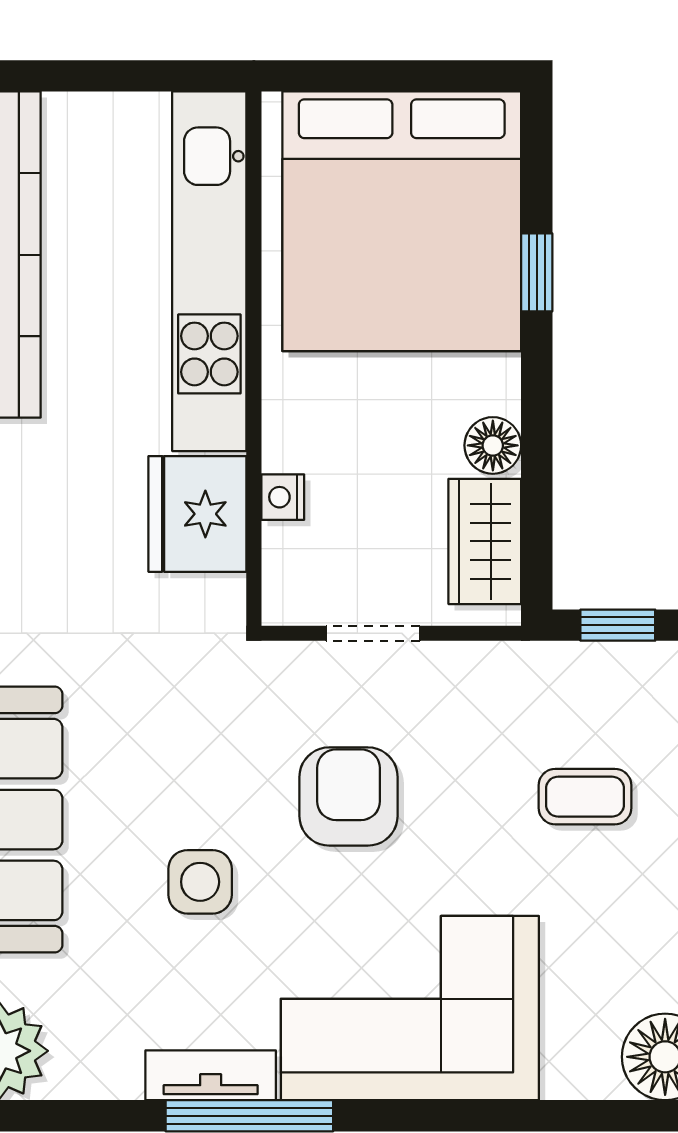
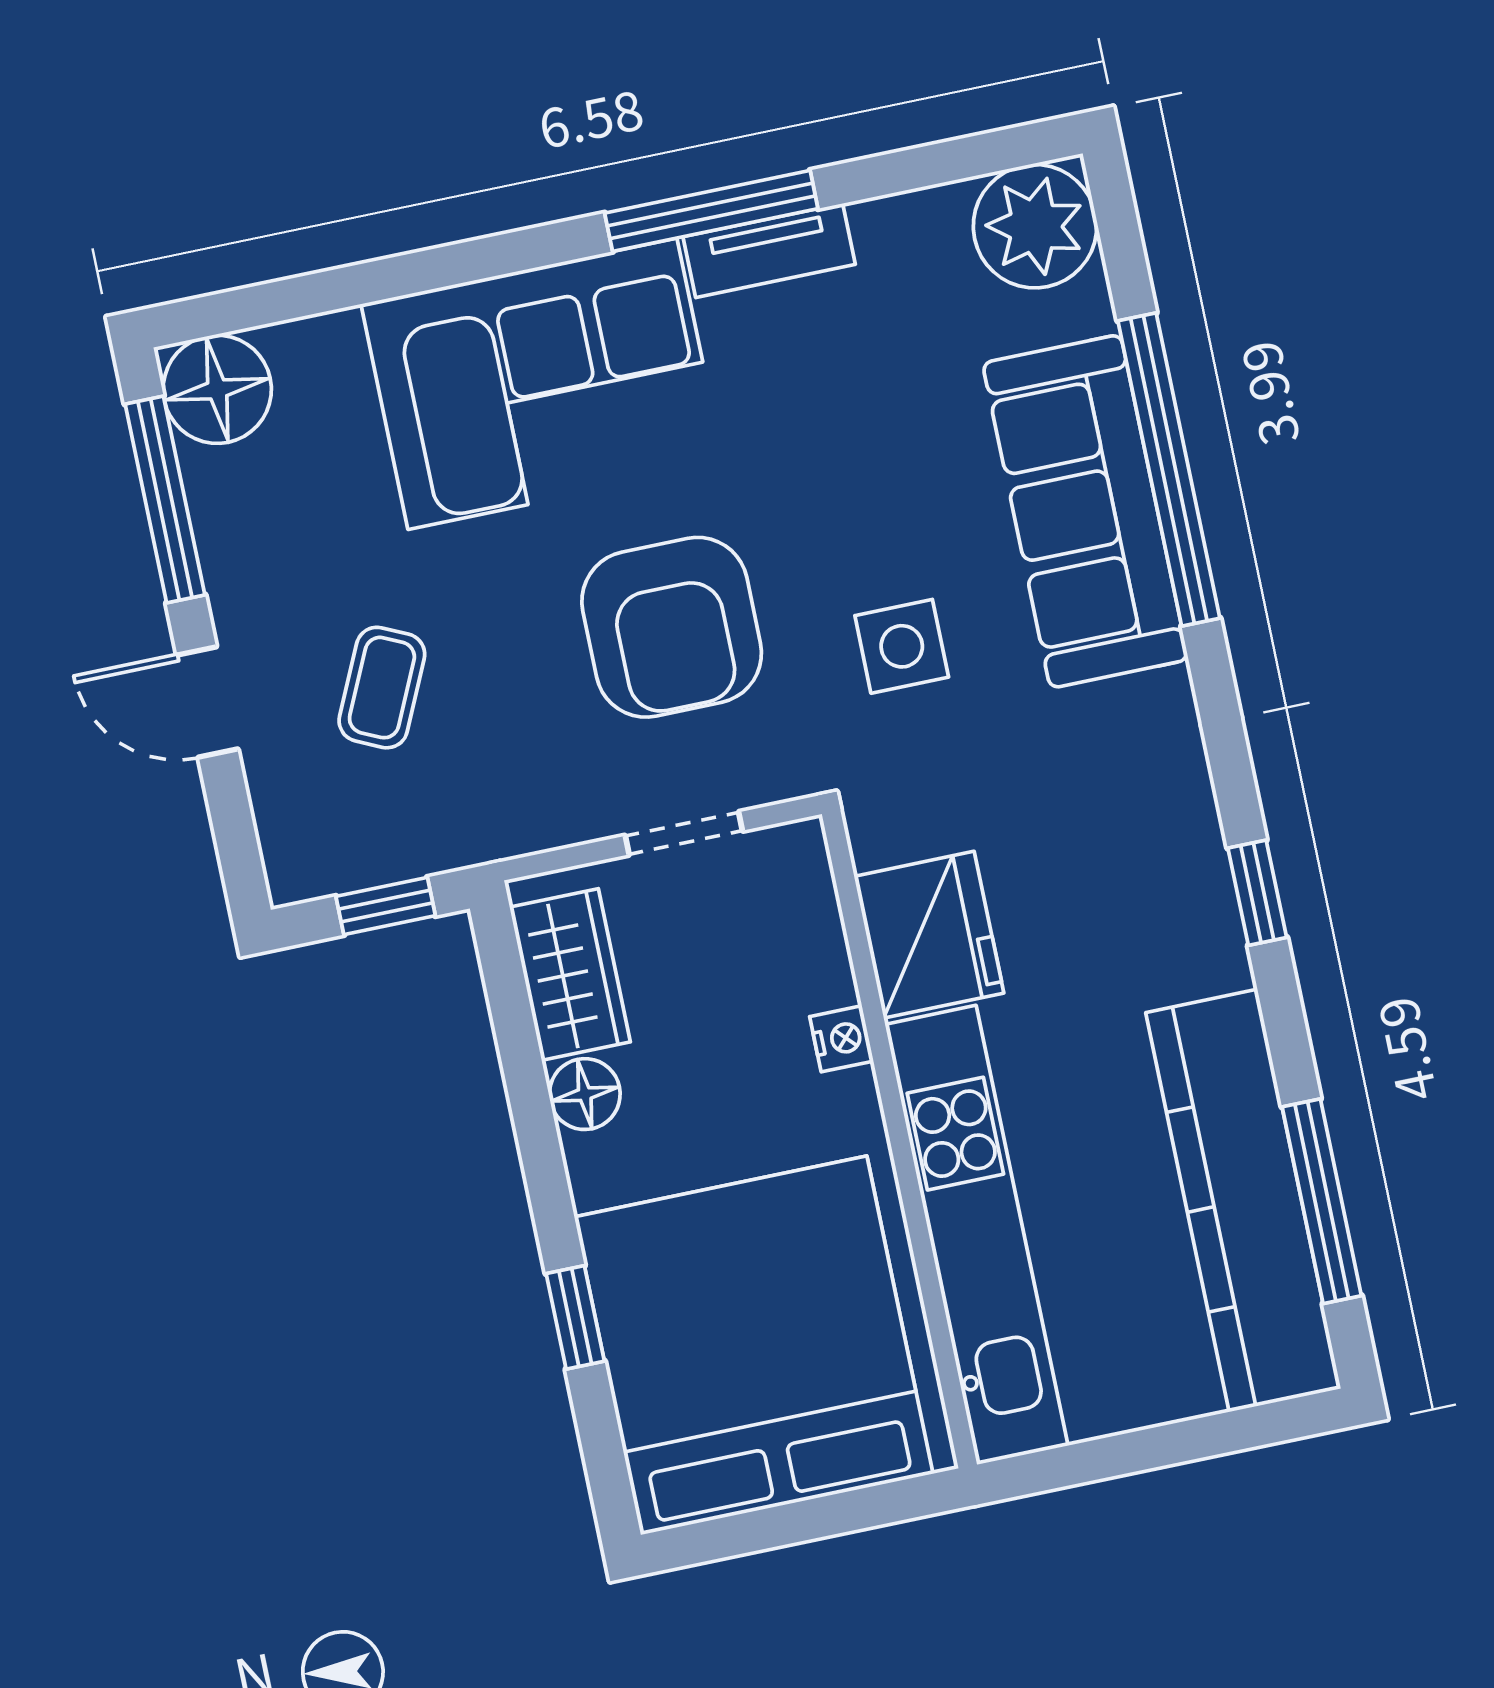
nightstand: (283, 497) -> (842, 1039), moved
armchair: (348, 796) -> (672, 627), width x1.36, depth x1.36
coffee table: (585, 797) -> (382, 688), turned -65
side table: (200, 882) -> (902, 646), moved

